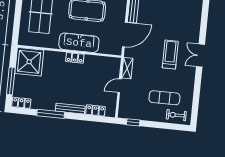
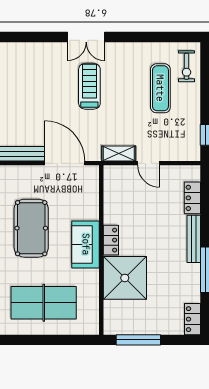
sofa: (79, 43) -> (86, 244), width x0.73
treadmill: (170, 55) -> (89, 86), turned 90
shower: (29, 62) -> (125, 278), moved
window: (11, 81) -> (138, 340), moved

